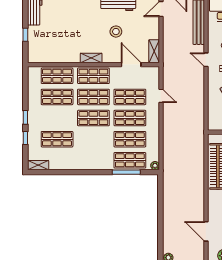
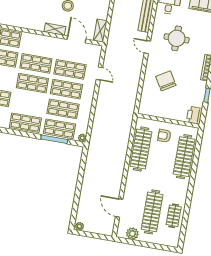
shelving: (91, 58) -> (55, 29), moved
shop shelf: (93, 76) -> (25, 123), moved

